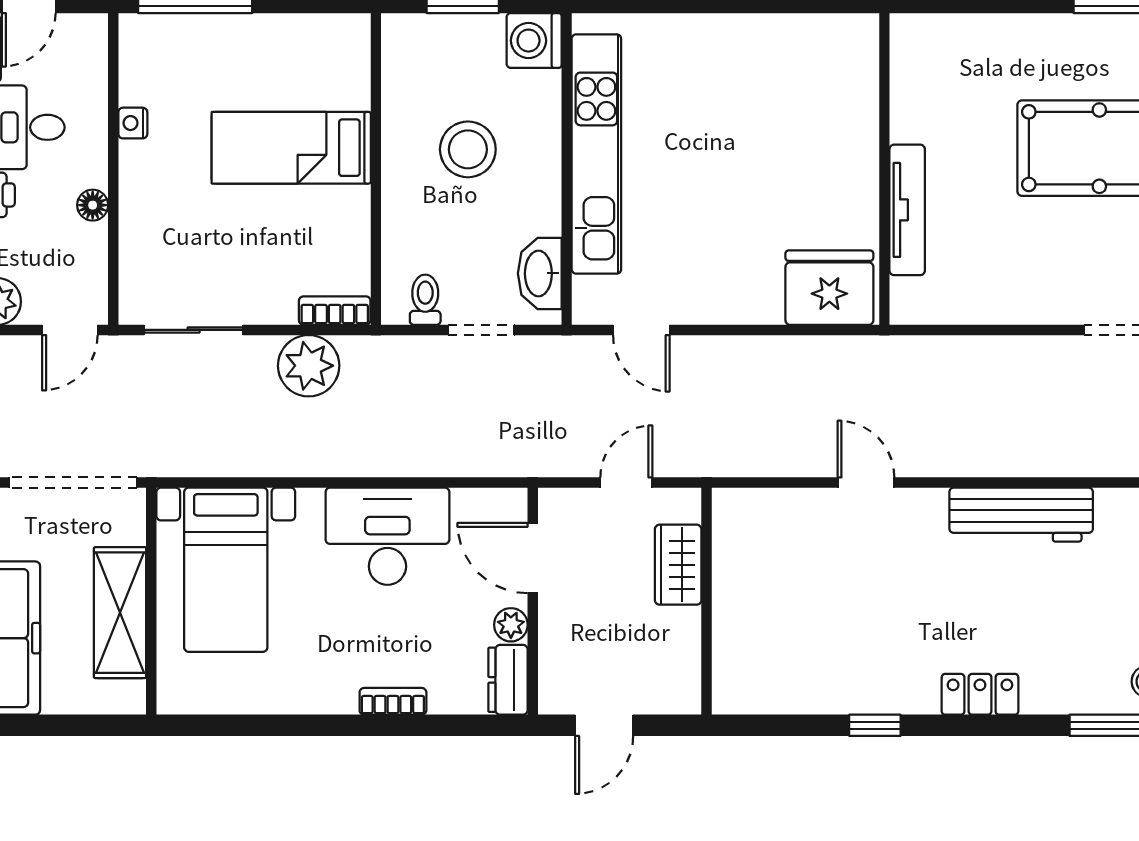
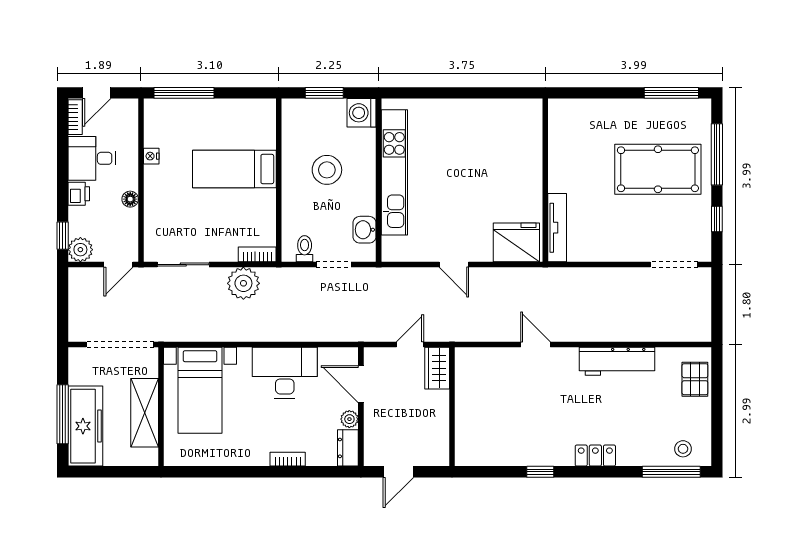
tv unit: (907, 210) -> (557, 228), moved
washbasin: (540, 273) -> (365, 230), width x0.72
door: (641, 330) -> (454, 265), moved
wardrobe: (678, 565) -> (437, 368), moved

